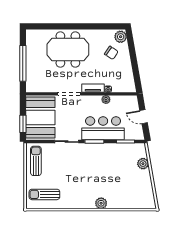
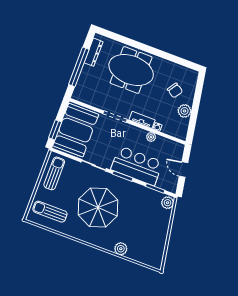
plant: (121, 37) -> (184, 111), moved
dresser: (31, 46) -> (94, 52), added
plant: (143, 164) -> (168, 203), moved
parasol: (84, 176) -> (98, 208), added
plant: (101, 203) -> (121, 249), moved

